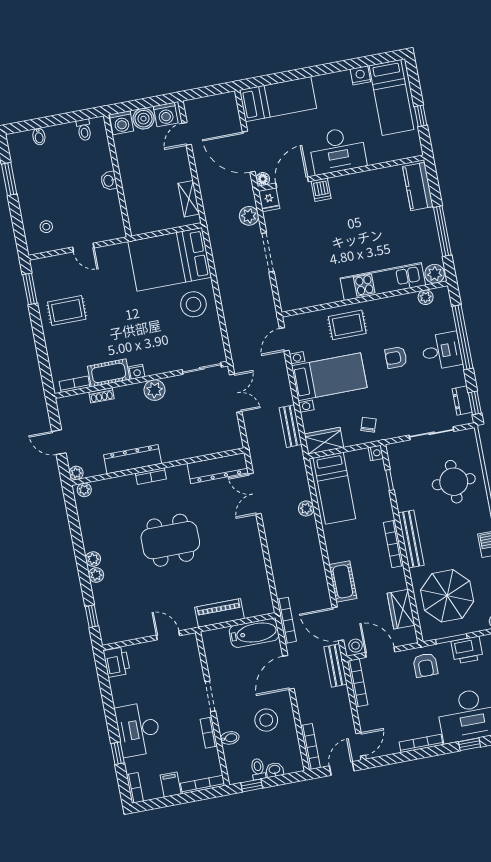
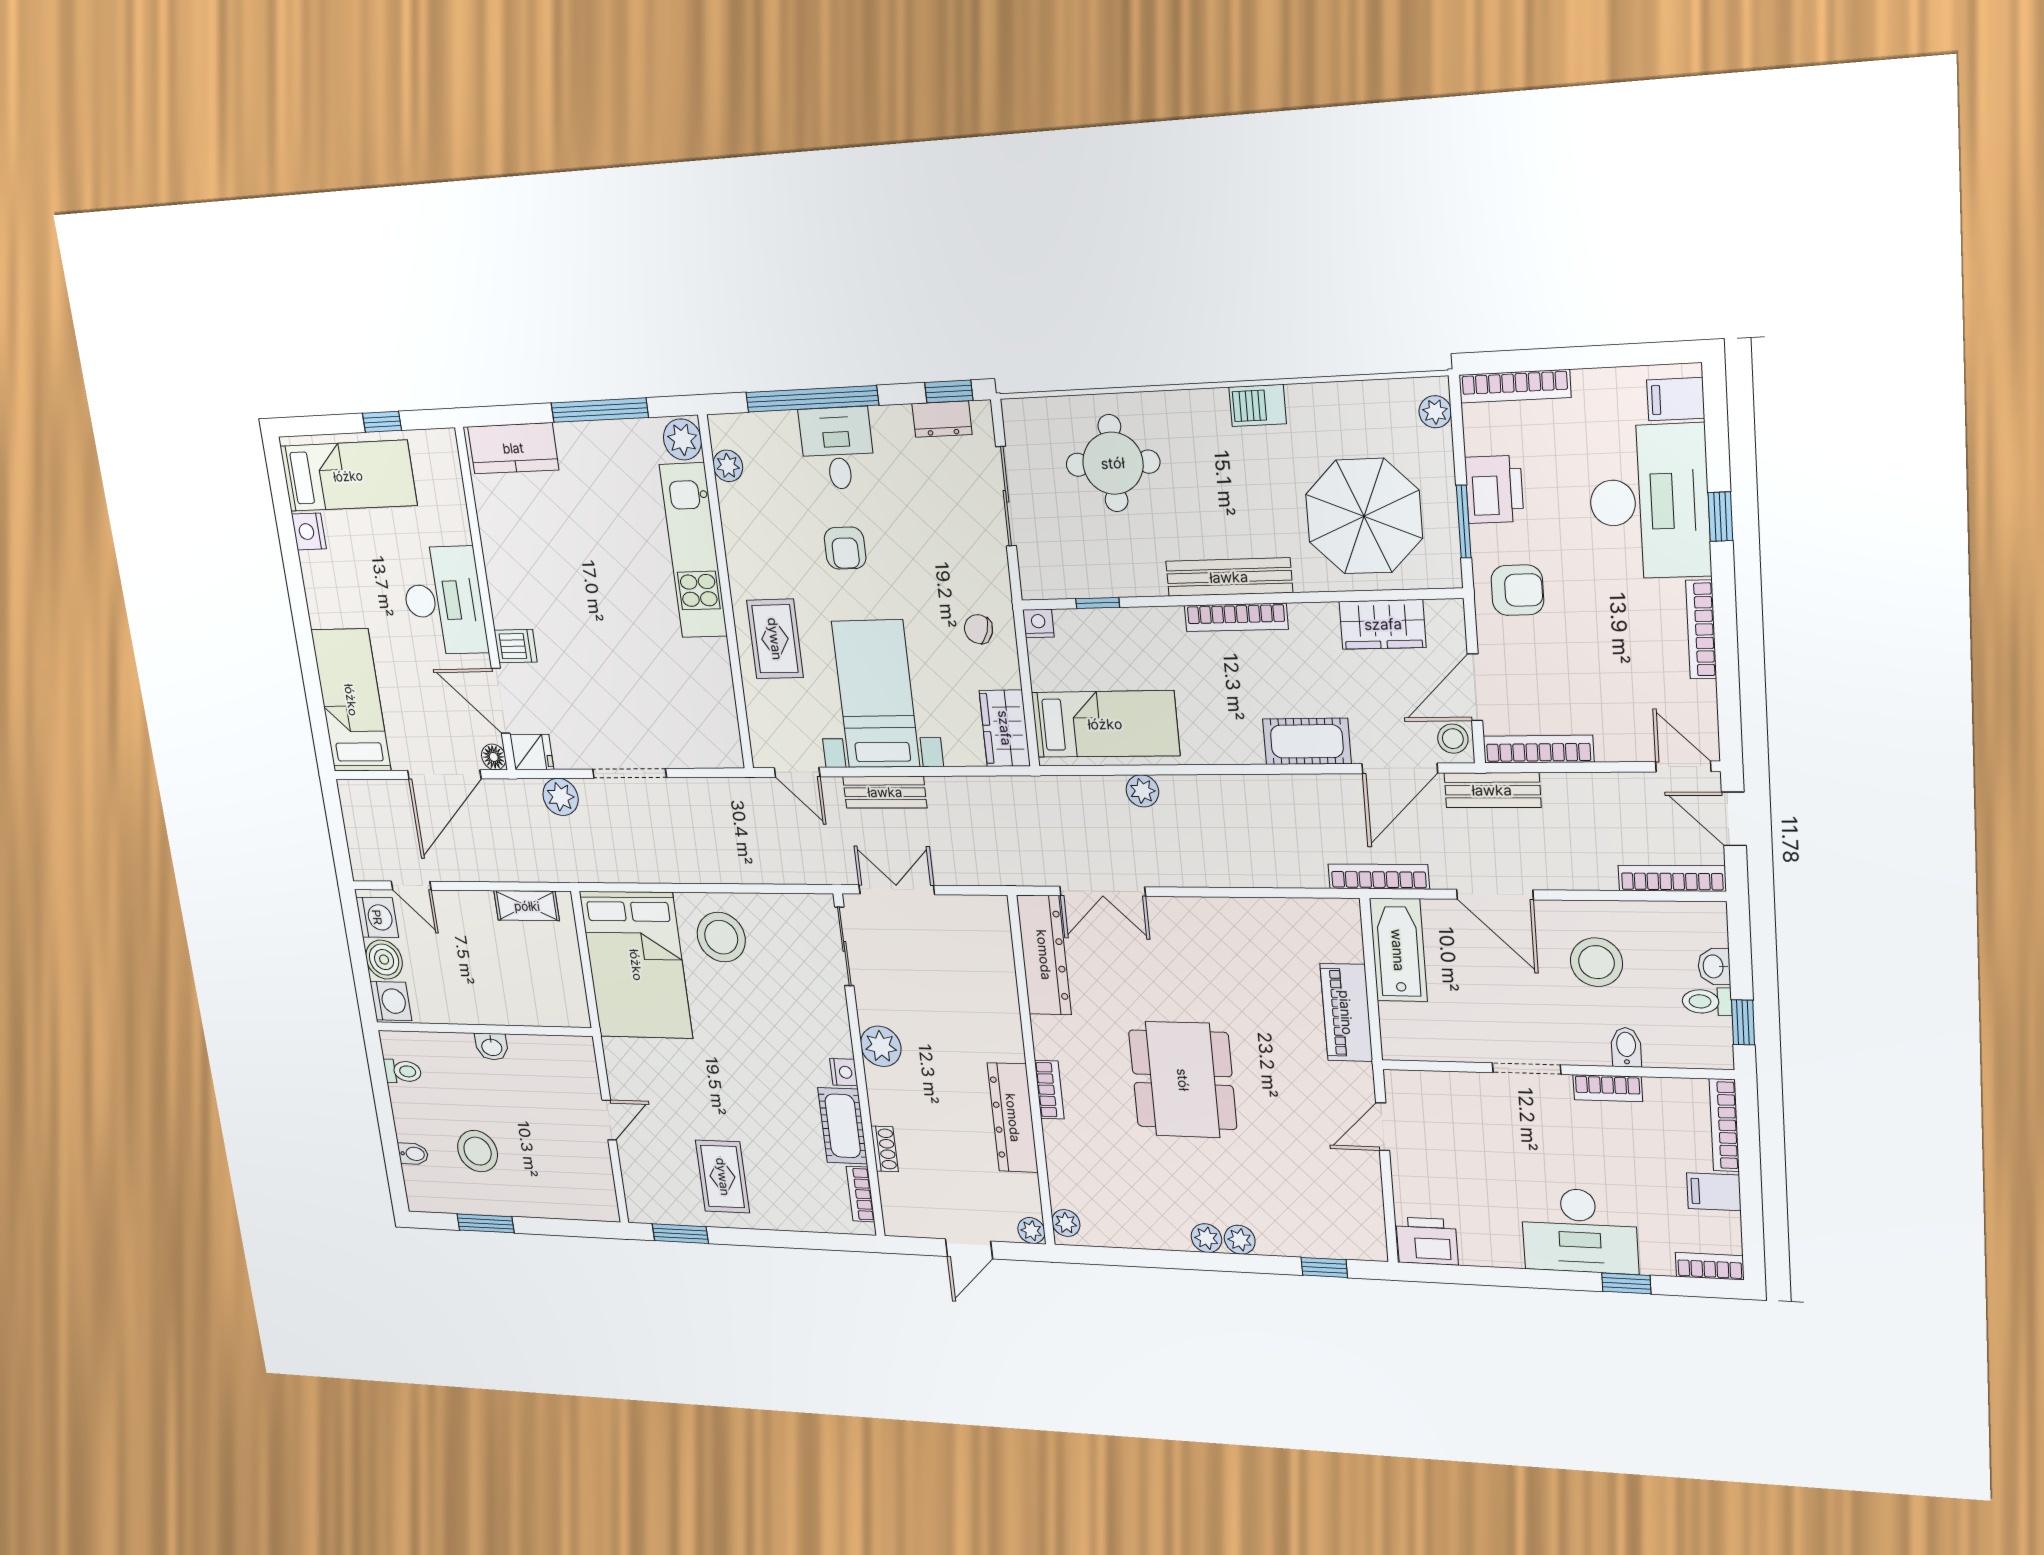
stool: (46, 227) -> (478, 1151), moved, width x1.89, depth x1.89
bench: (290, 426) -> (885, 792), moved

